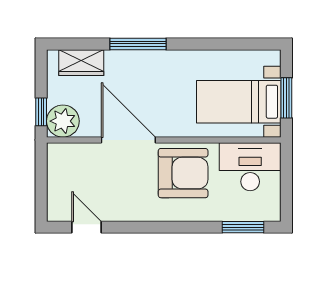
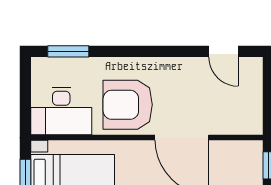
plant: (63, 121) -> (247, 156), removed

